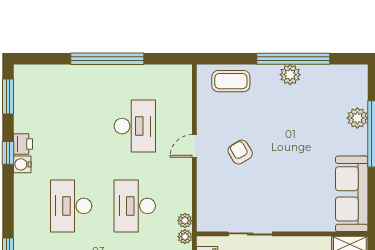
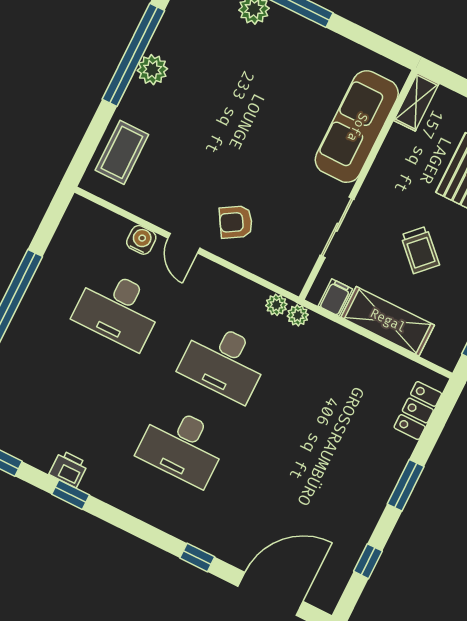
desk: (135, 126) -> (118, 309), turned 180
armchair: (240, 152) -> (236, 222), moved
water cooler: (22, 164) -> (141, 240), moved, turned 180
sofa: (352, 194) -> (357, 127), moved, turned 90

